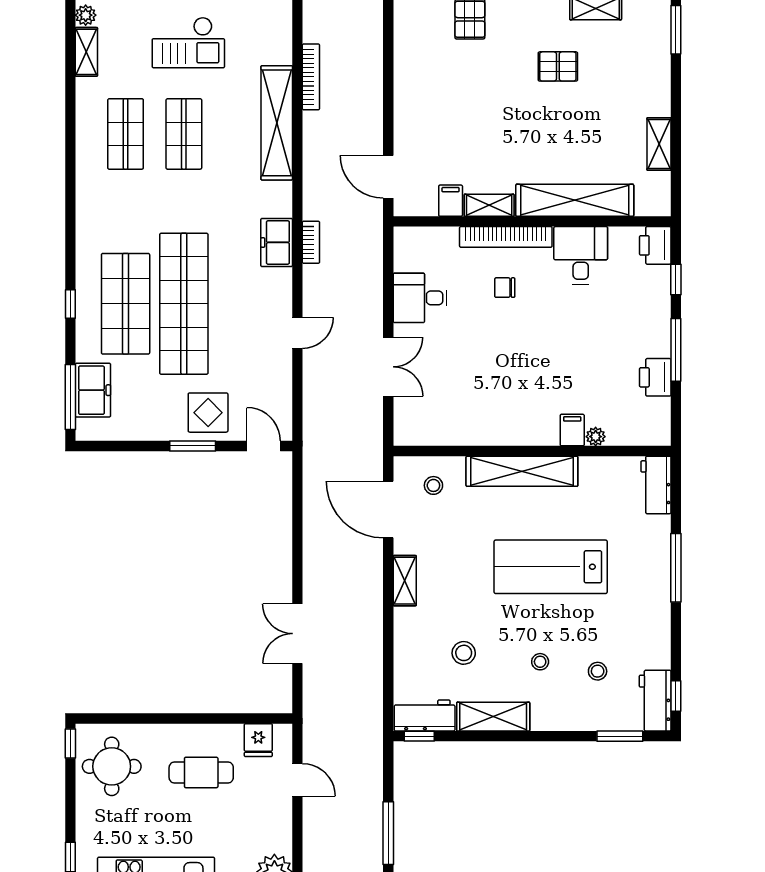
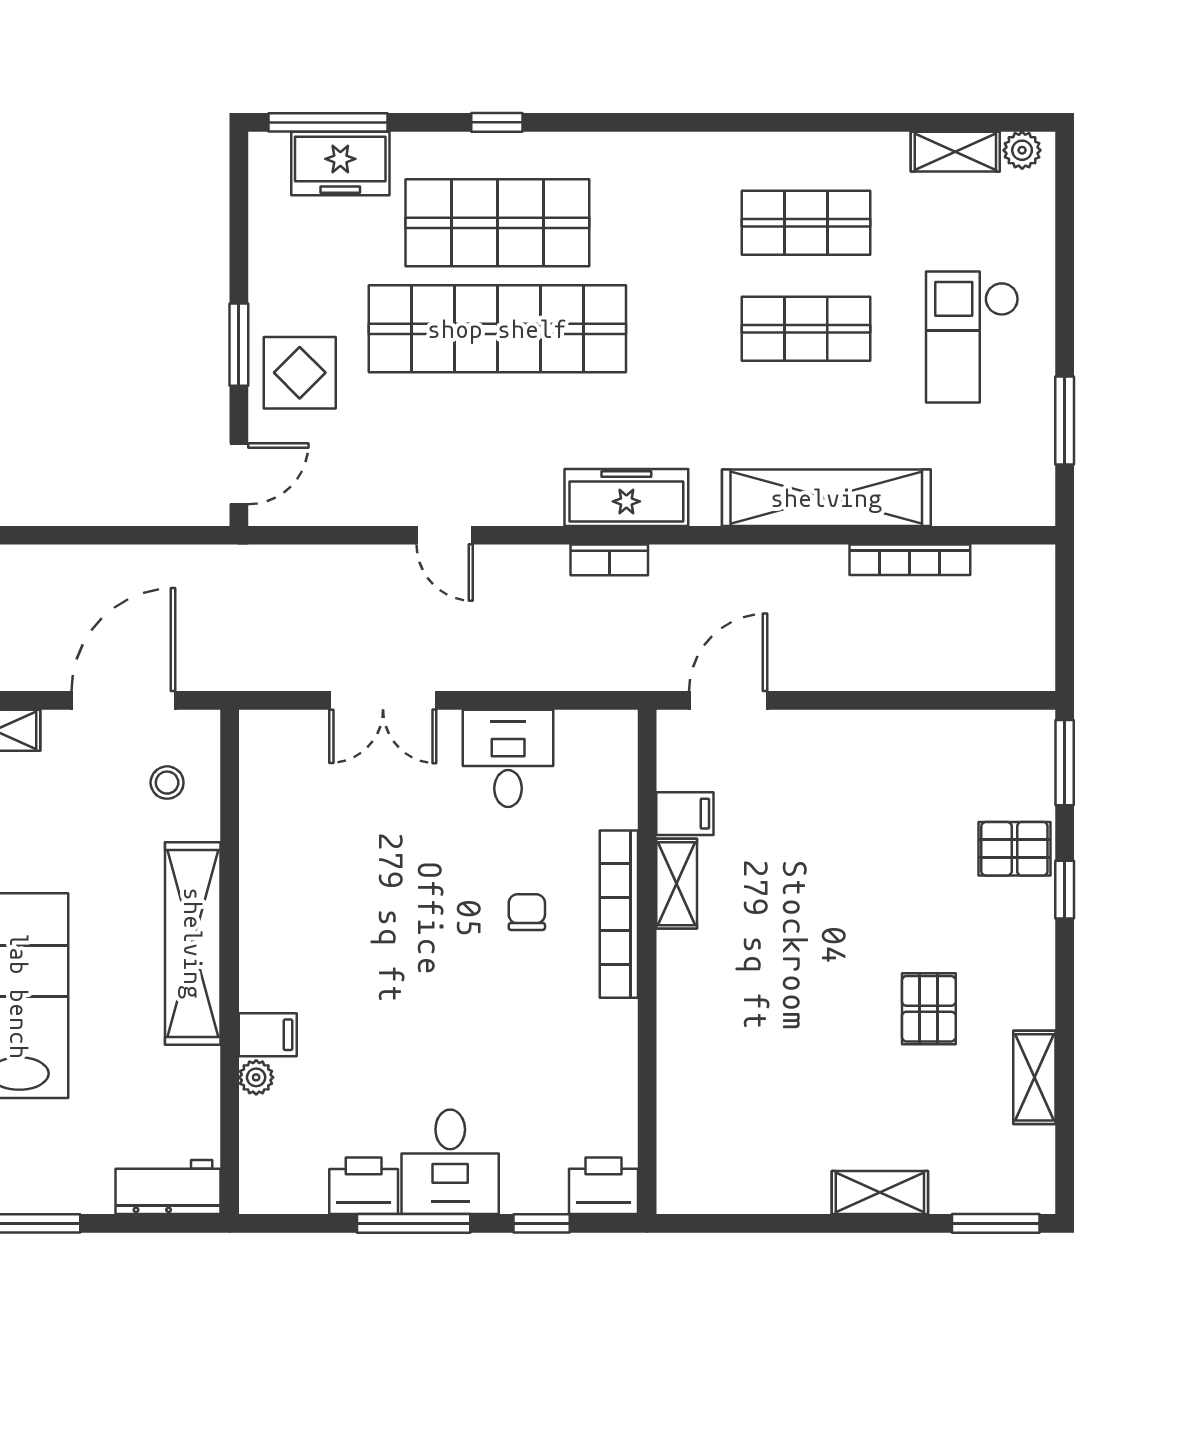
shelving: (659, 144) -> (880, 1193), moved
shelving: (575, 200) -> (685, 1039), removed
freezer: (277, 242) -> (626, 497), width x1.40
desk: (581, 255) -> (450, 1162), moved, turned 90

